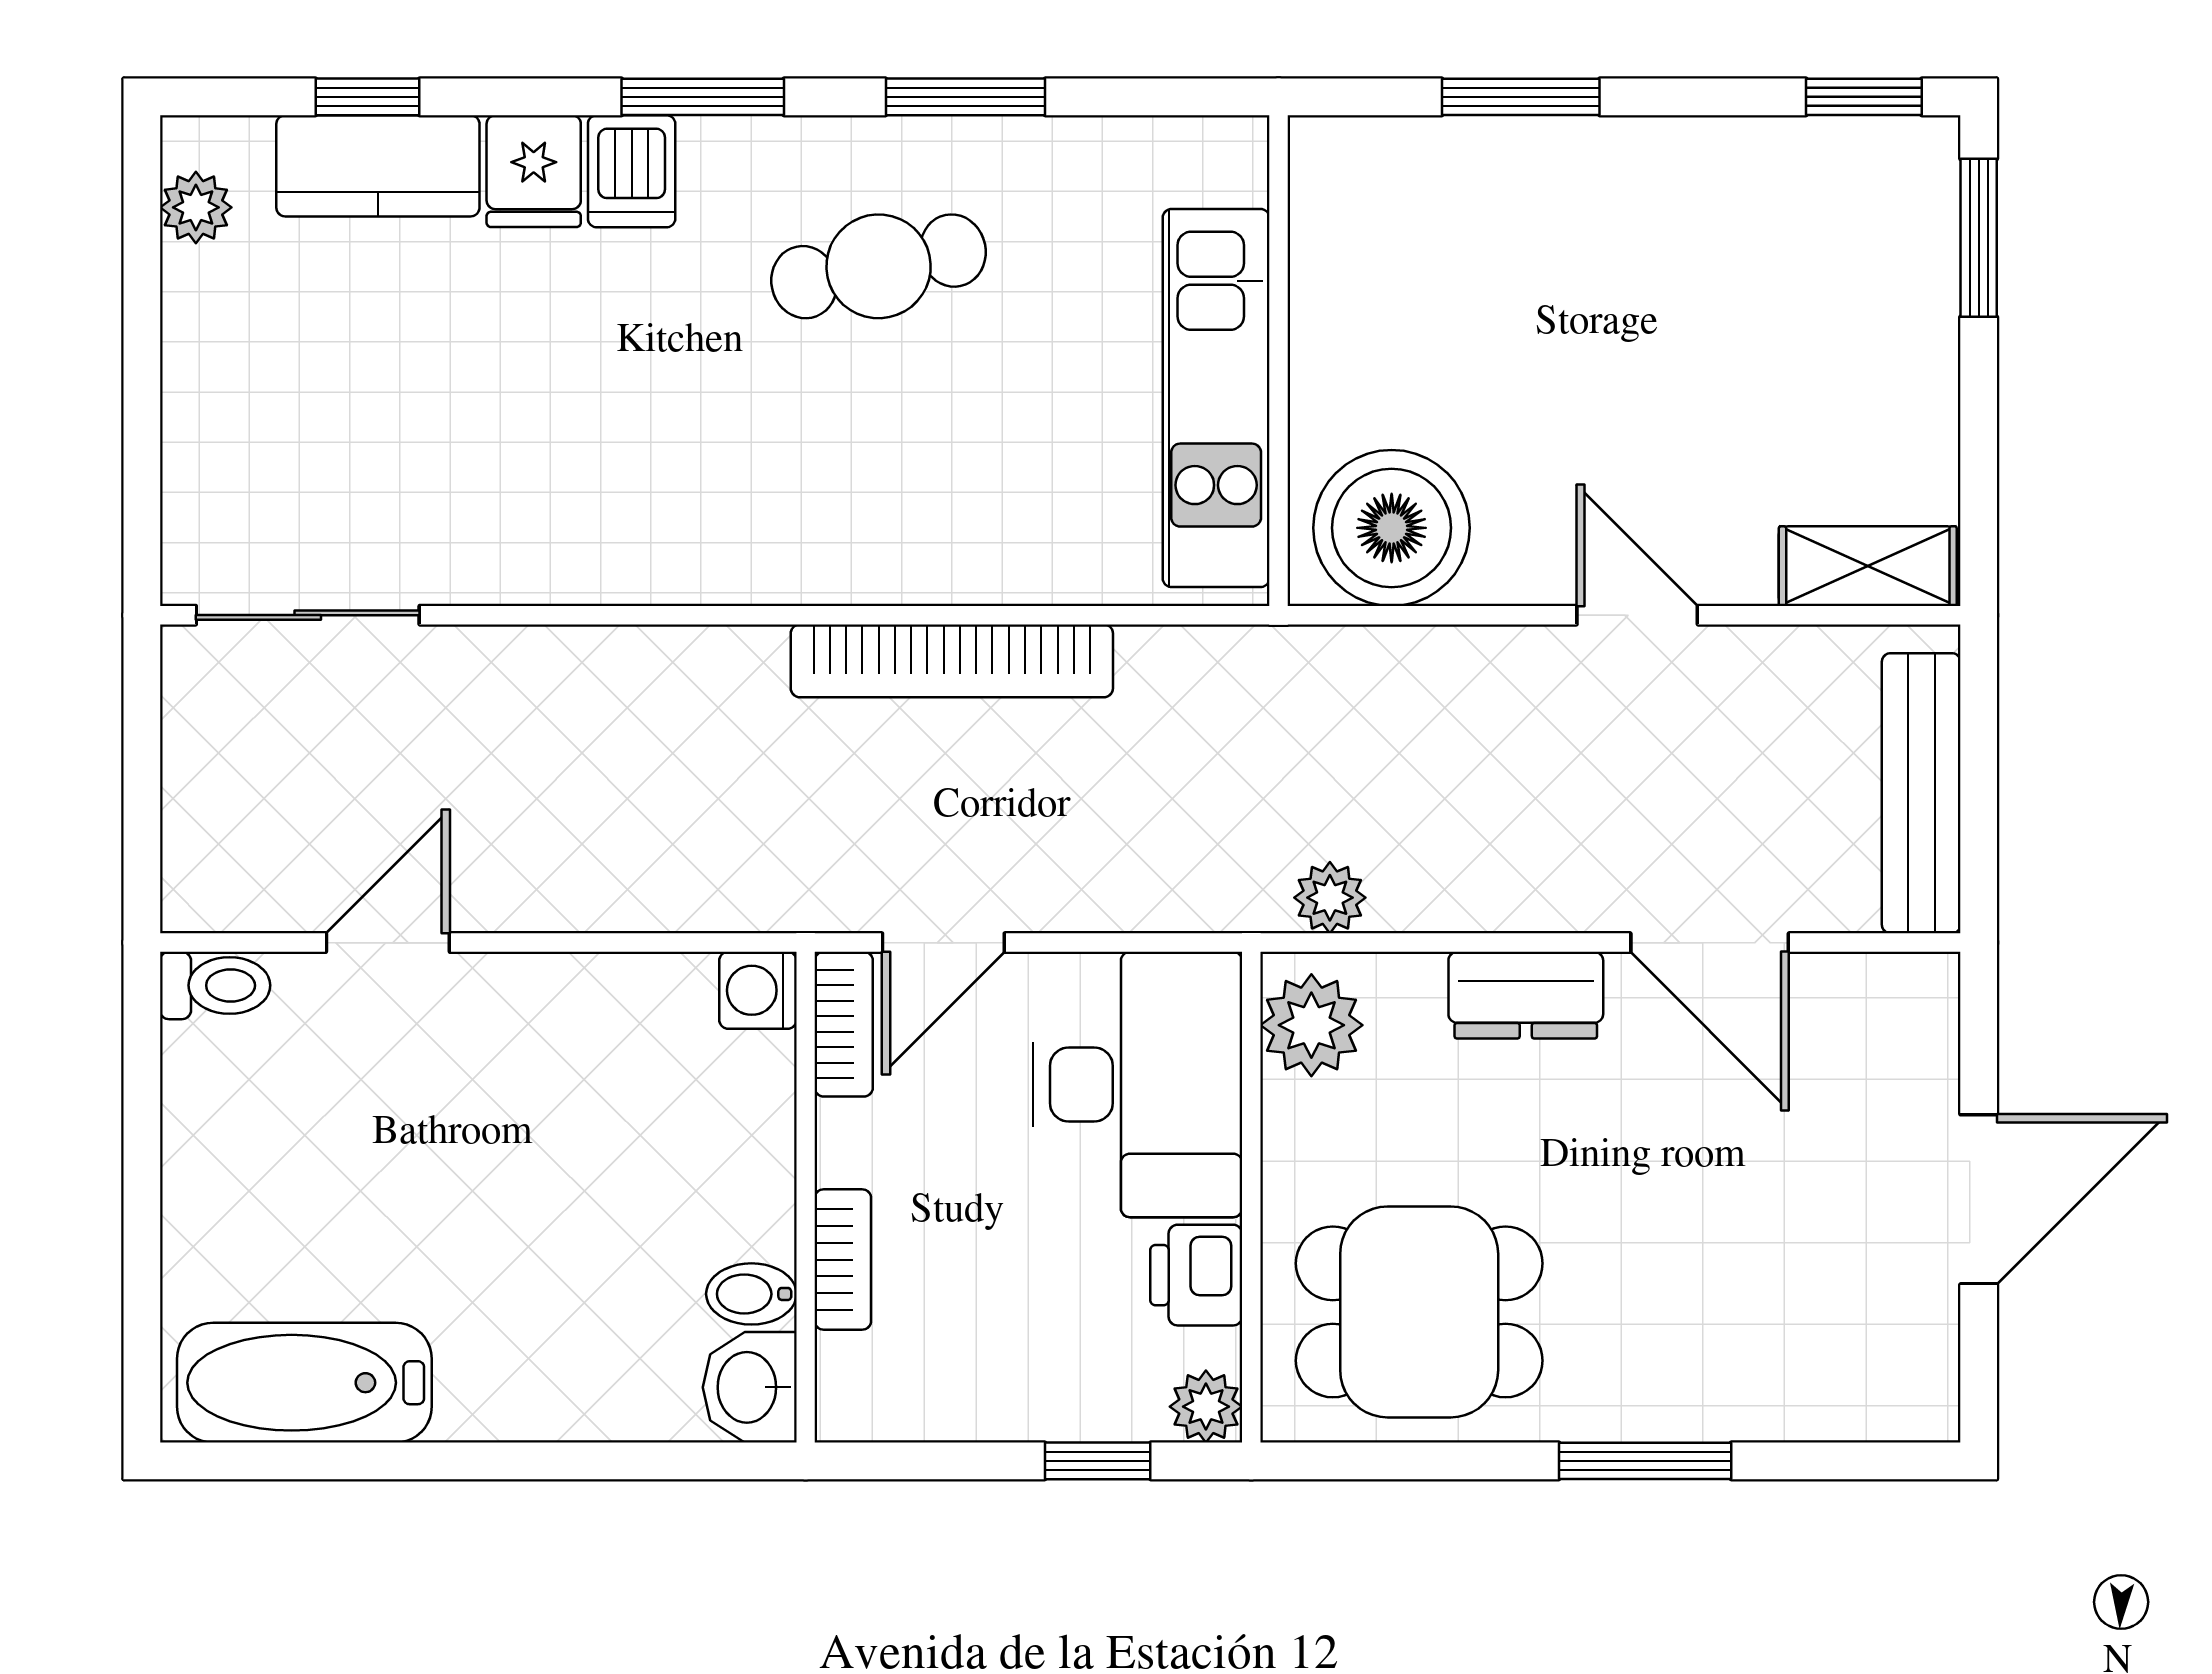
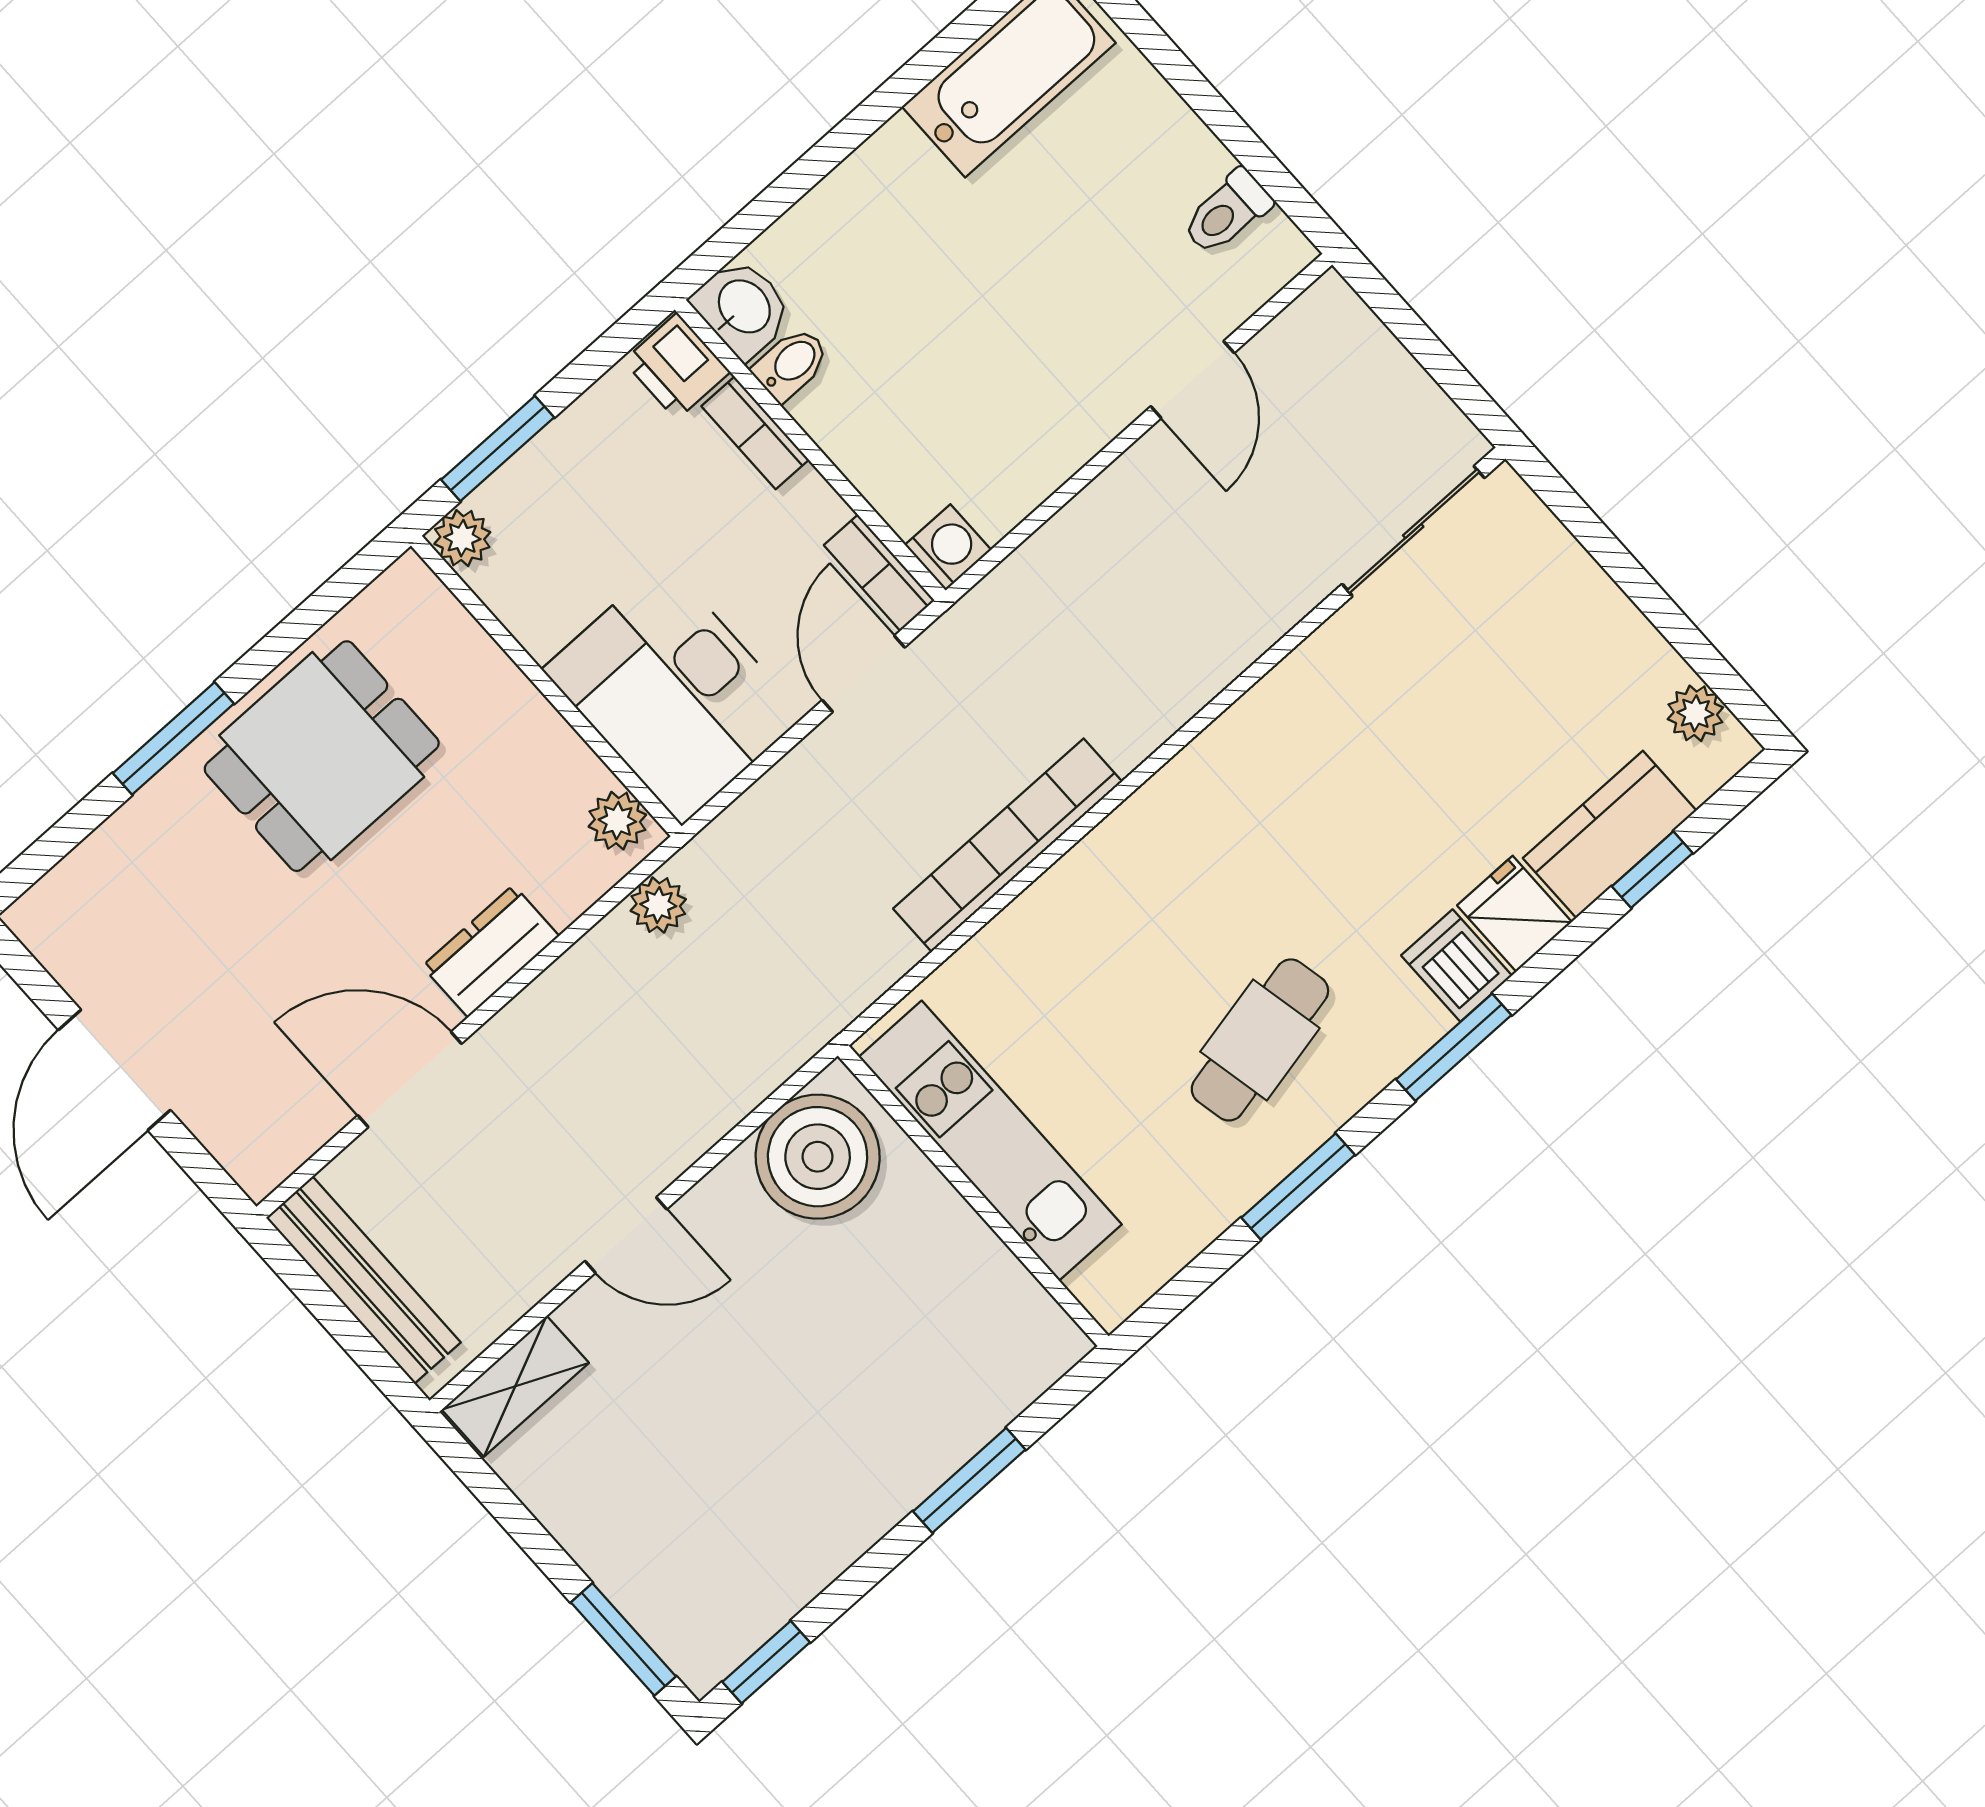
toilet: (215, 985) -> (1227, 212), moved
plant: (1311, 1025) -> (617, 821), width x0.73, depth x0.73
printer: (1196, 1275) -> (677, 366), moved, turned 180
dining table: (1419, 1312) -> (322, 756), moved
window: (1098, 1461) -> (498, 449), width x1.50

